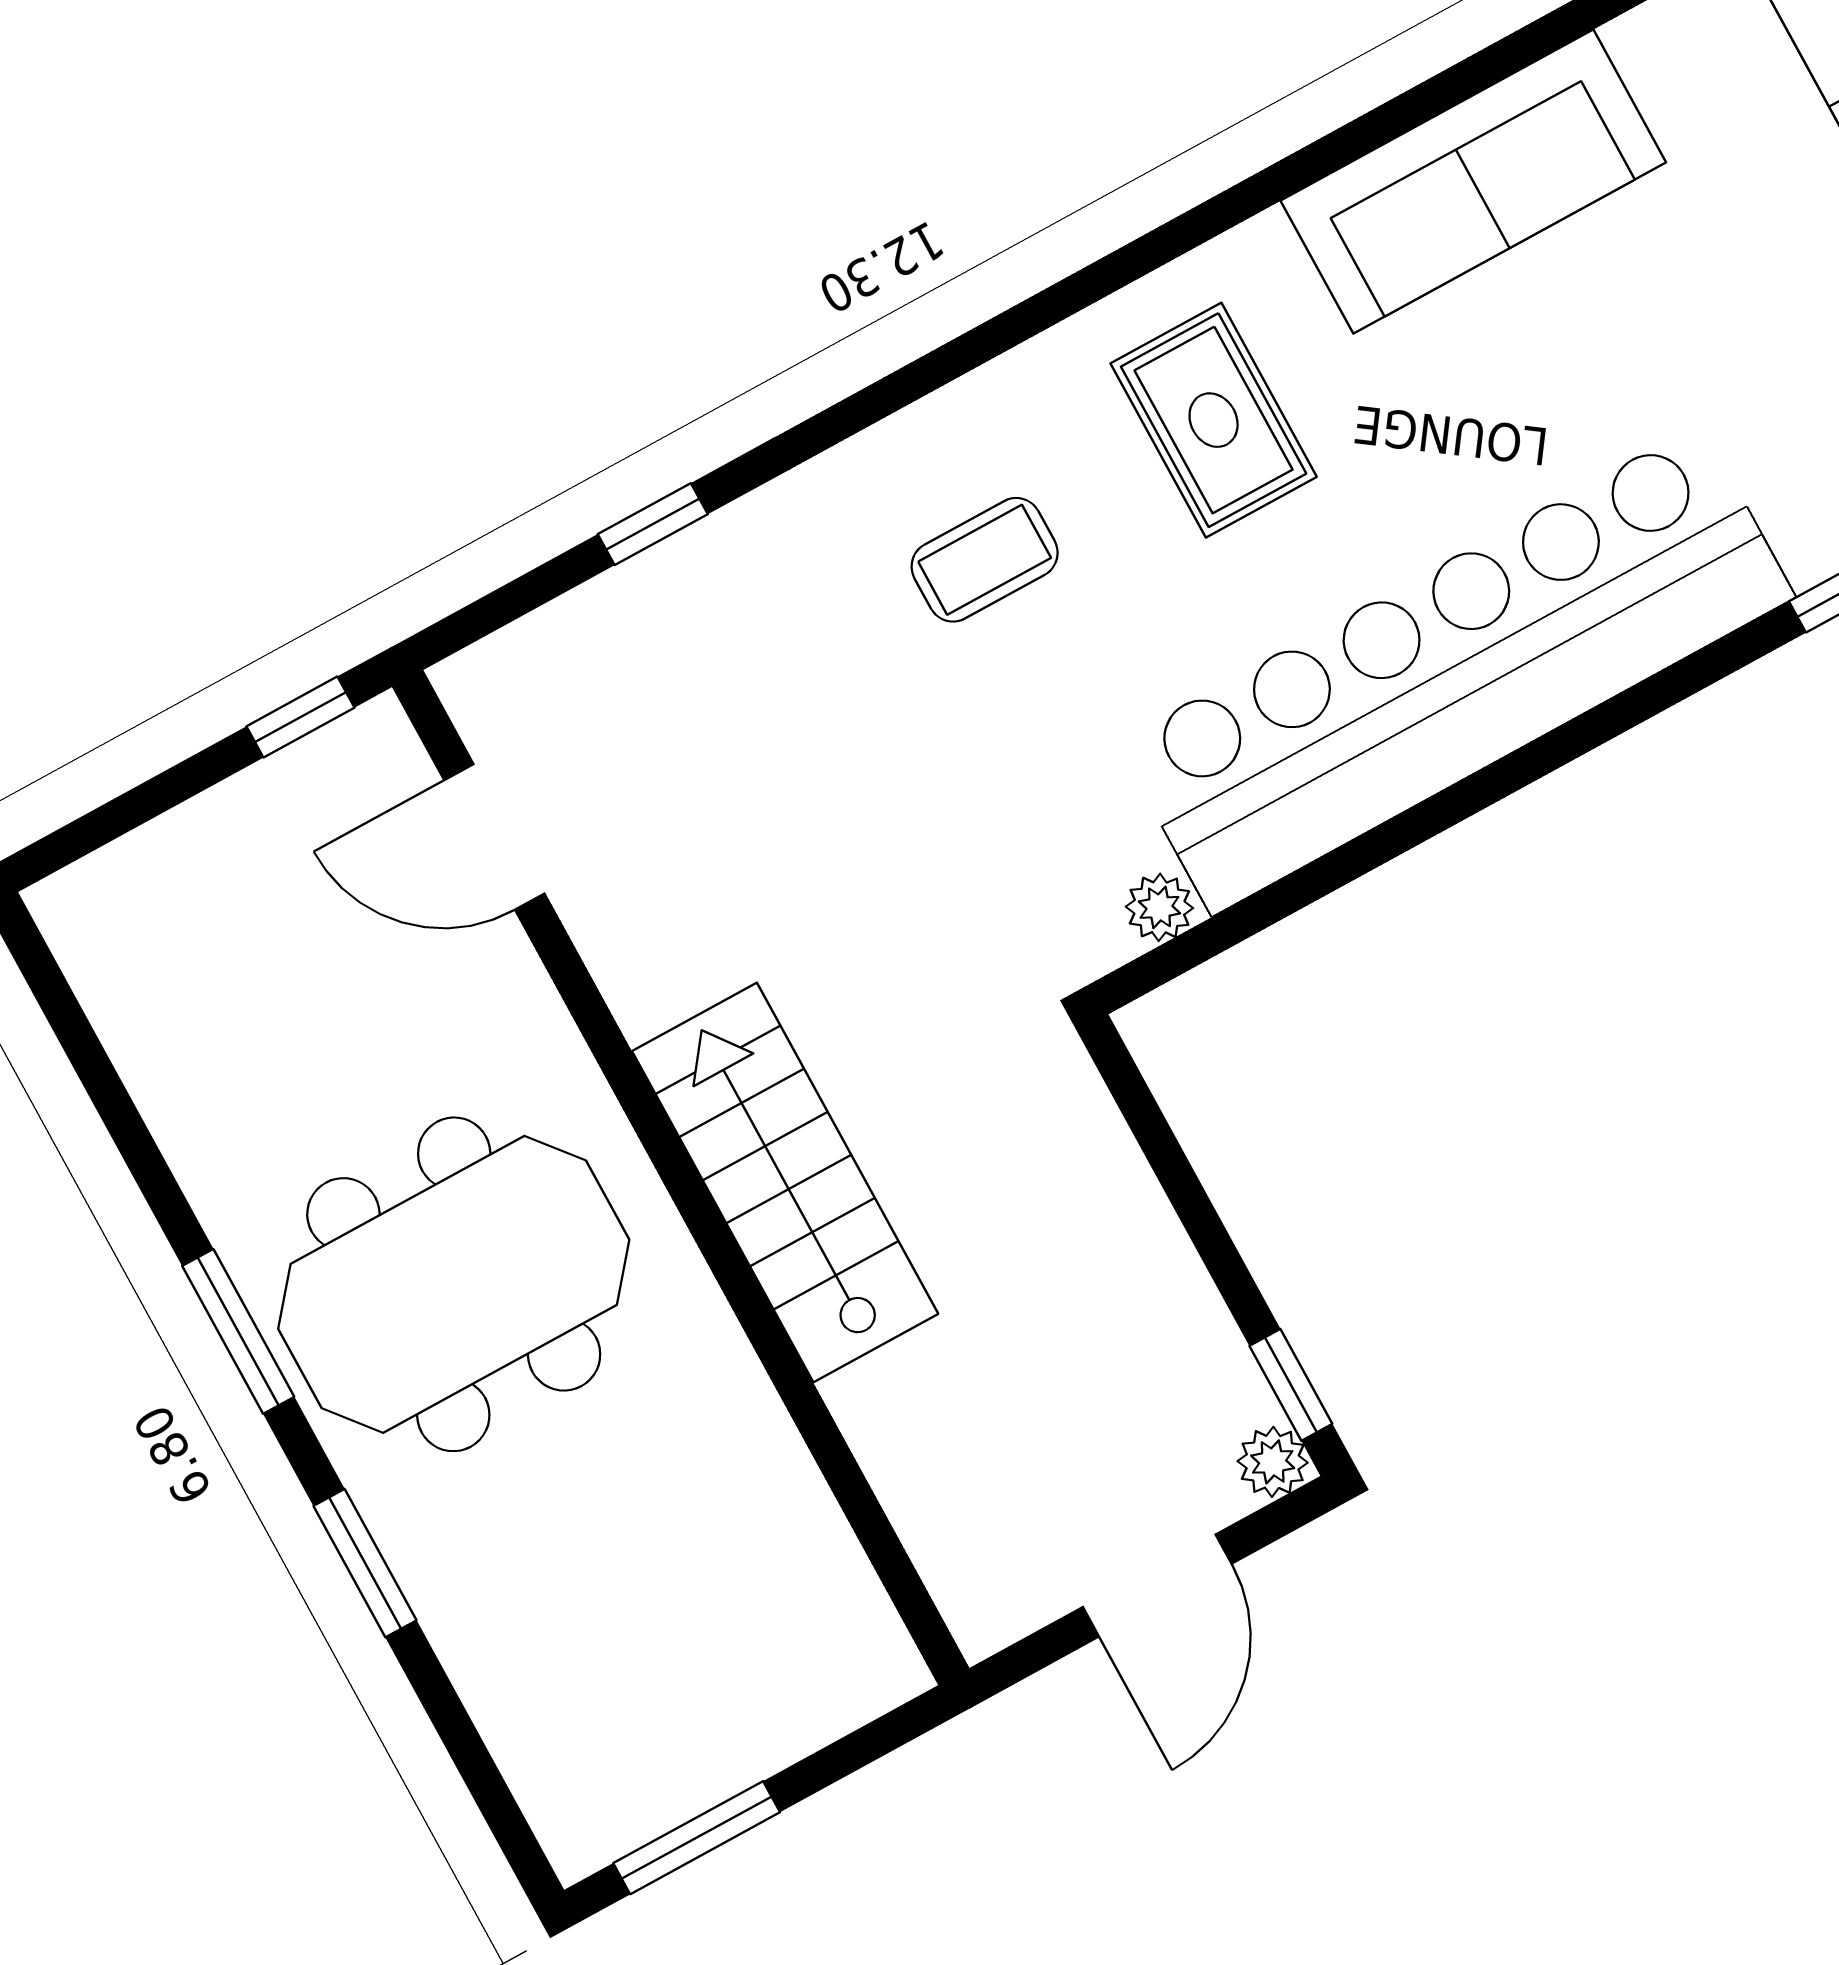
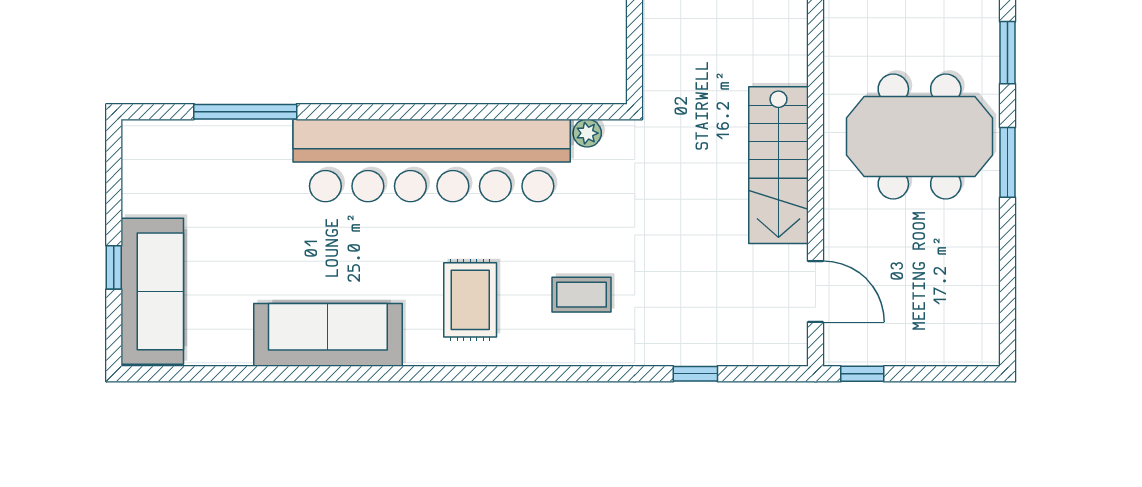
stairs: (785, 1183) -> (778, 165), moved

